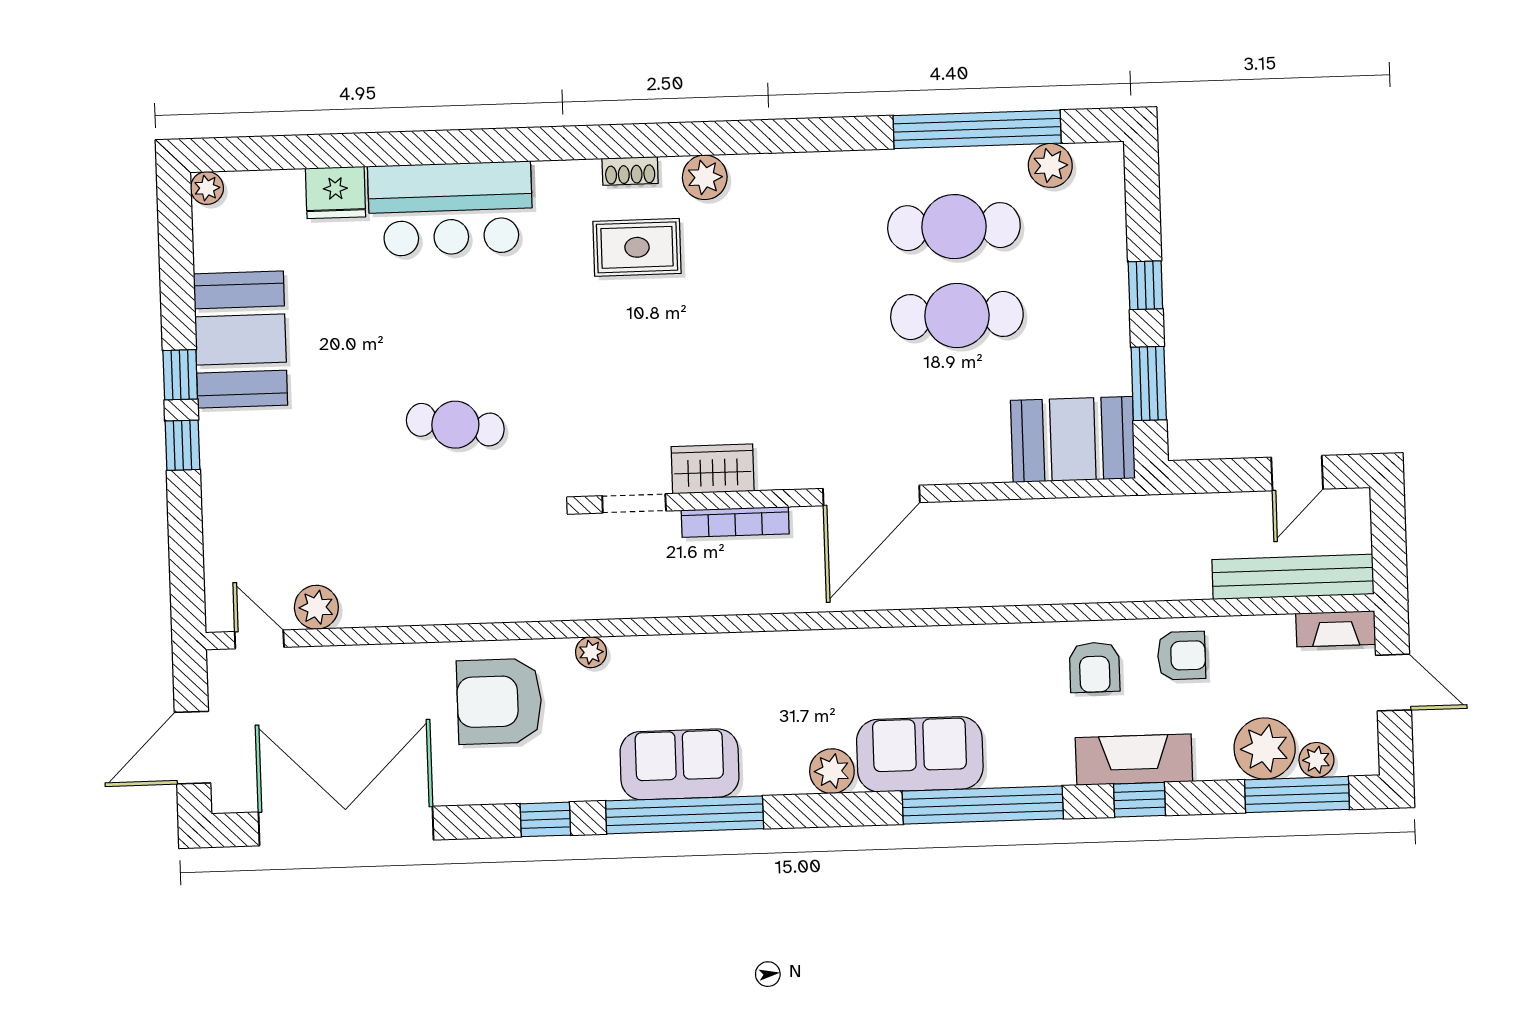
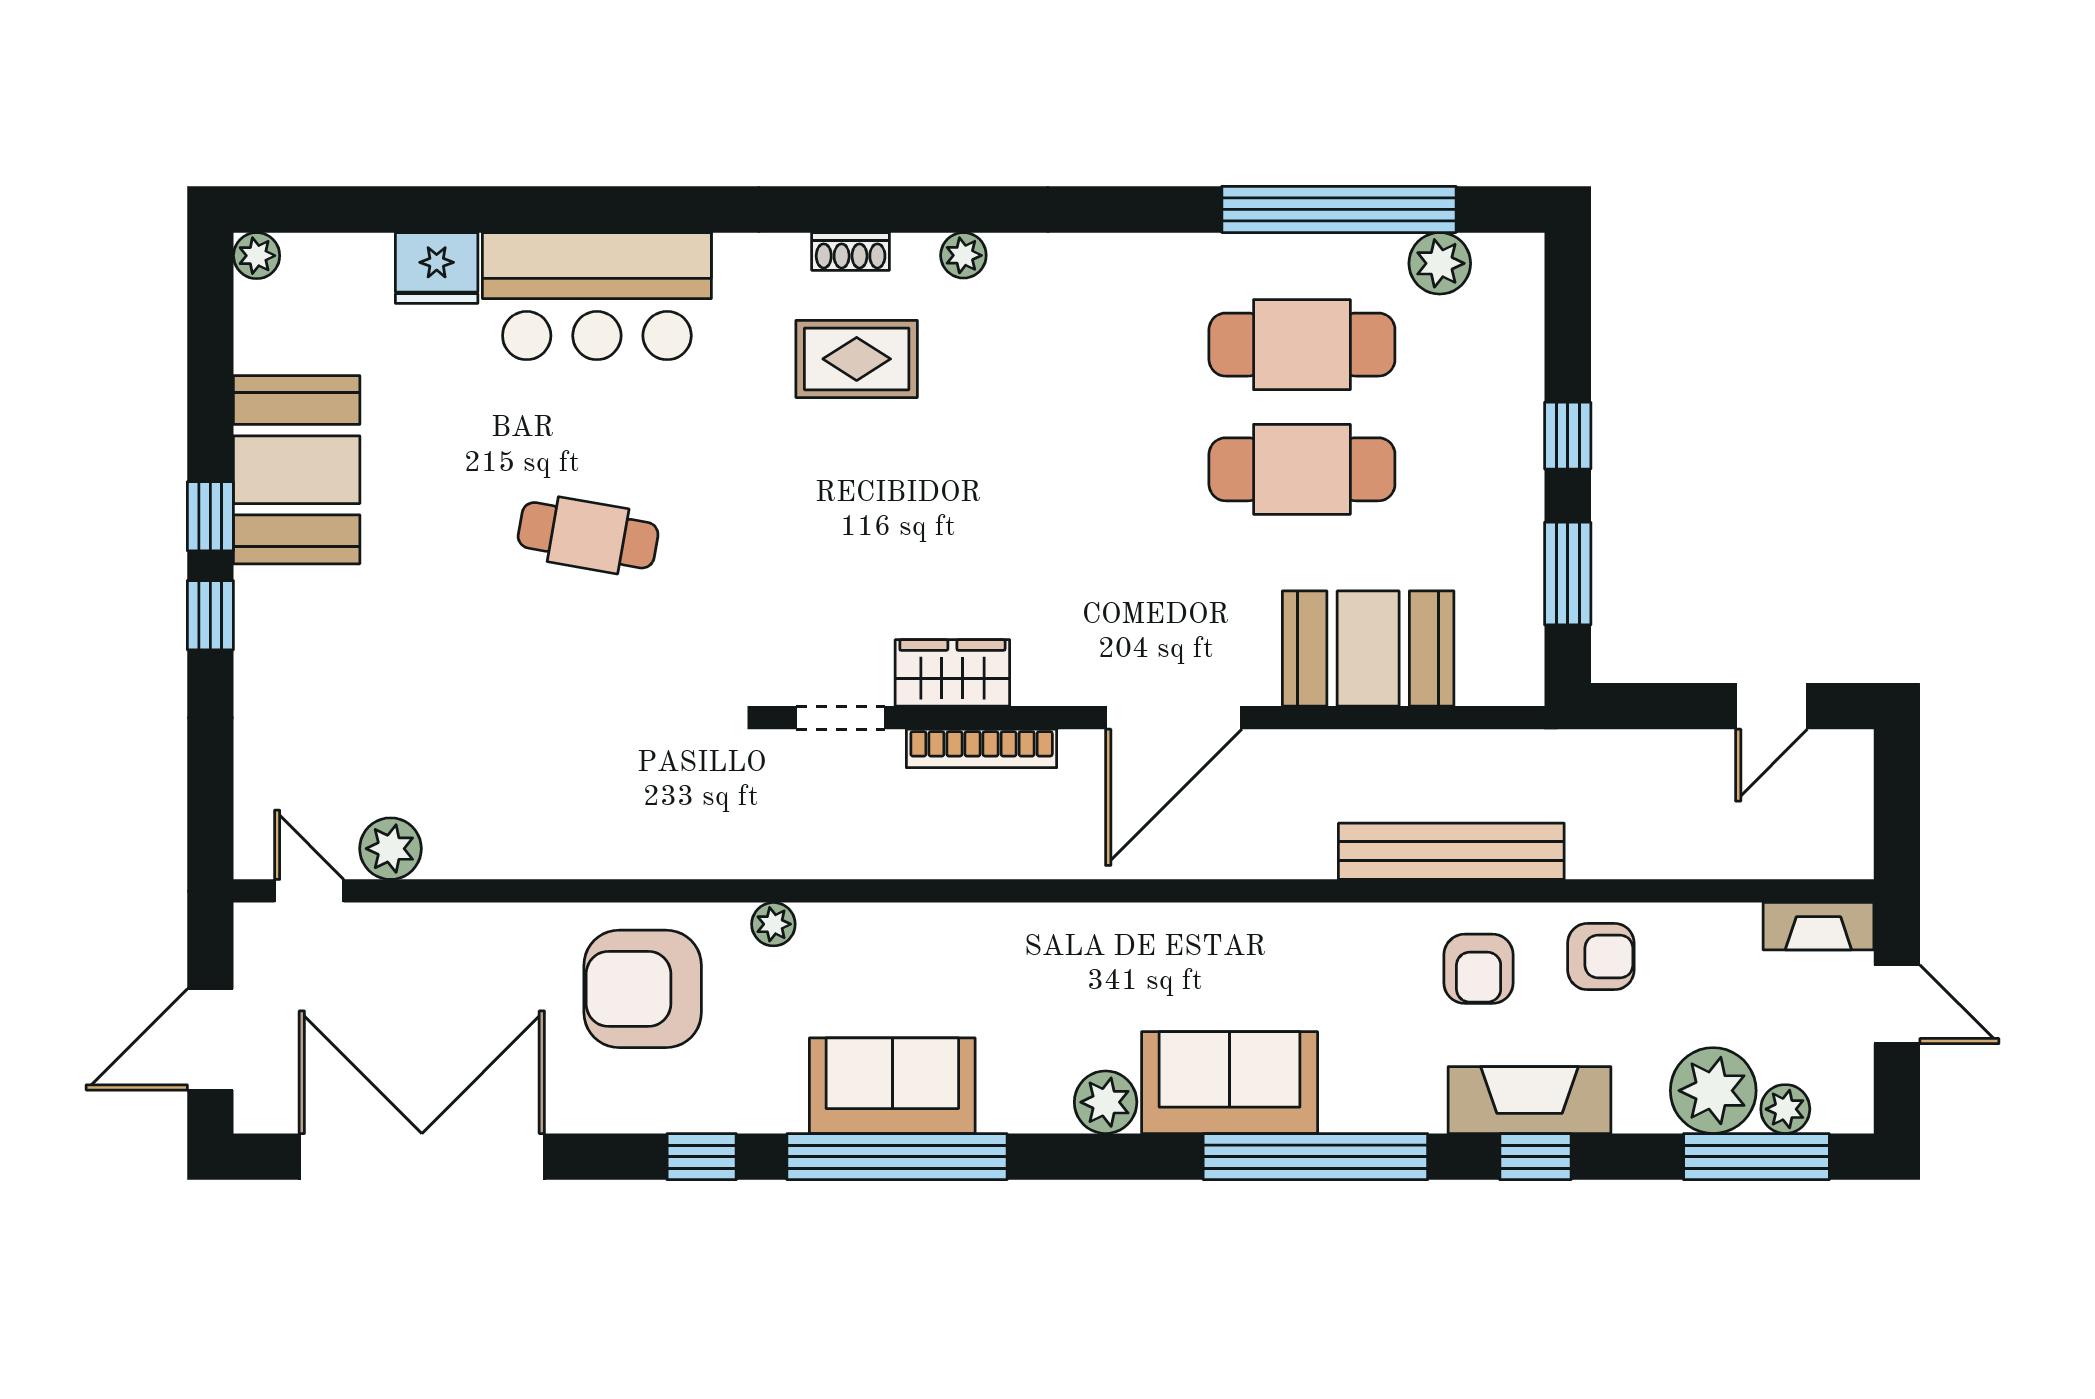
plant: (705, 177) -> (963, 255), width x0.73, depth x0.73
cafe table: (455, 425) -> (588, 535), moved
booth: (1073, 439) -> (1368, 649), moved
bench: (1293, 577) -> (1451, 851), moved

